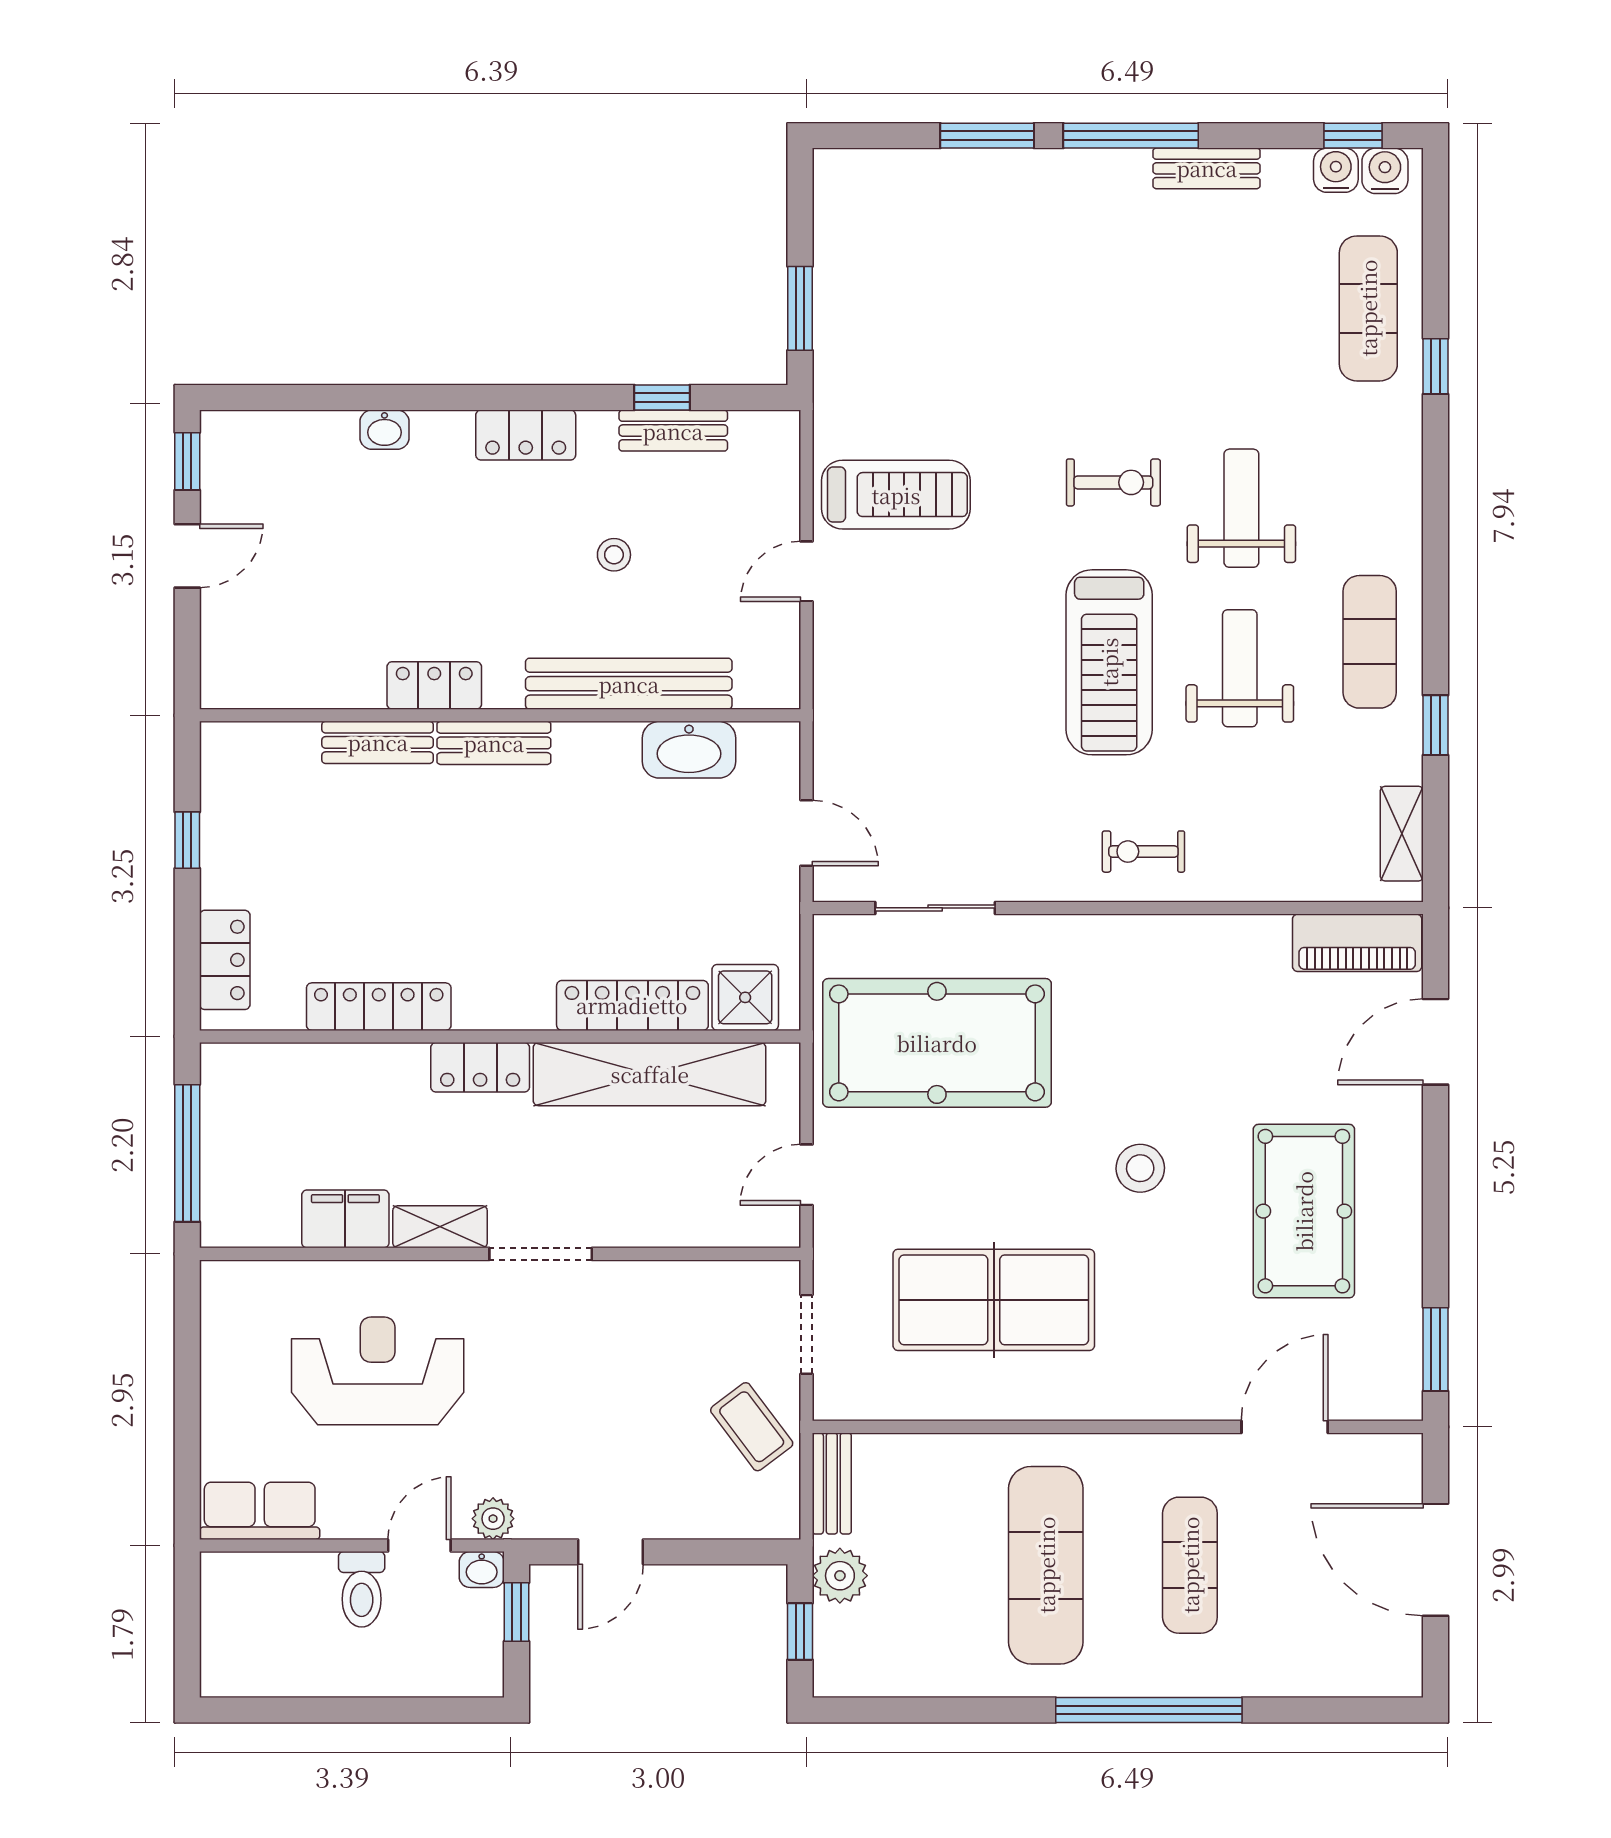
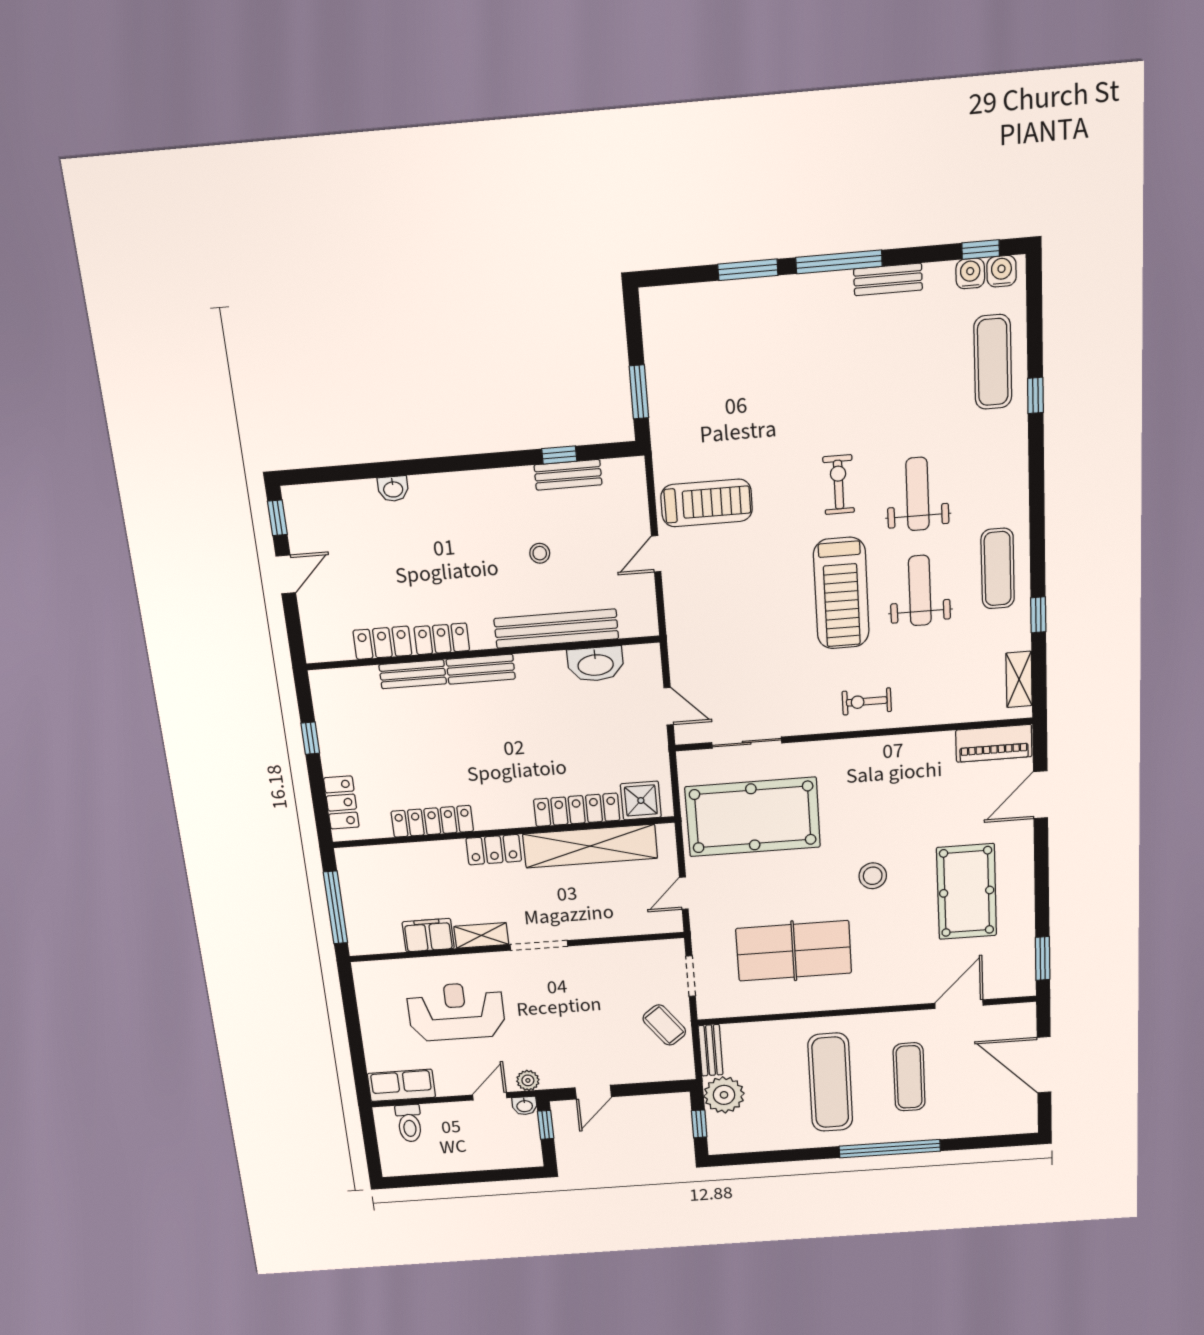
locker: (526, 435) -> (382, 643), moved, turned 180
exercise bike: (1113, 482) -> (839, 485), turned -90
plant: (840, 1576) -> (724, 1095), width x1.36, depth x1.36
toilet: (362, 1589) -> (409, 1123), moved

